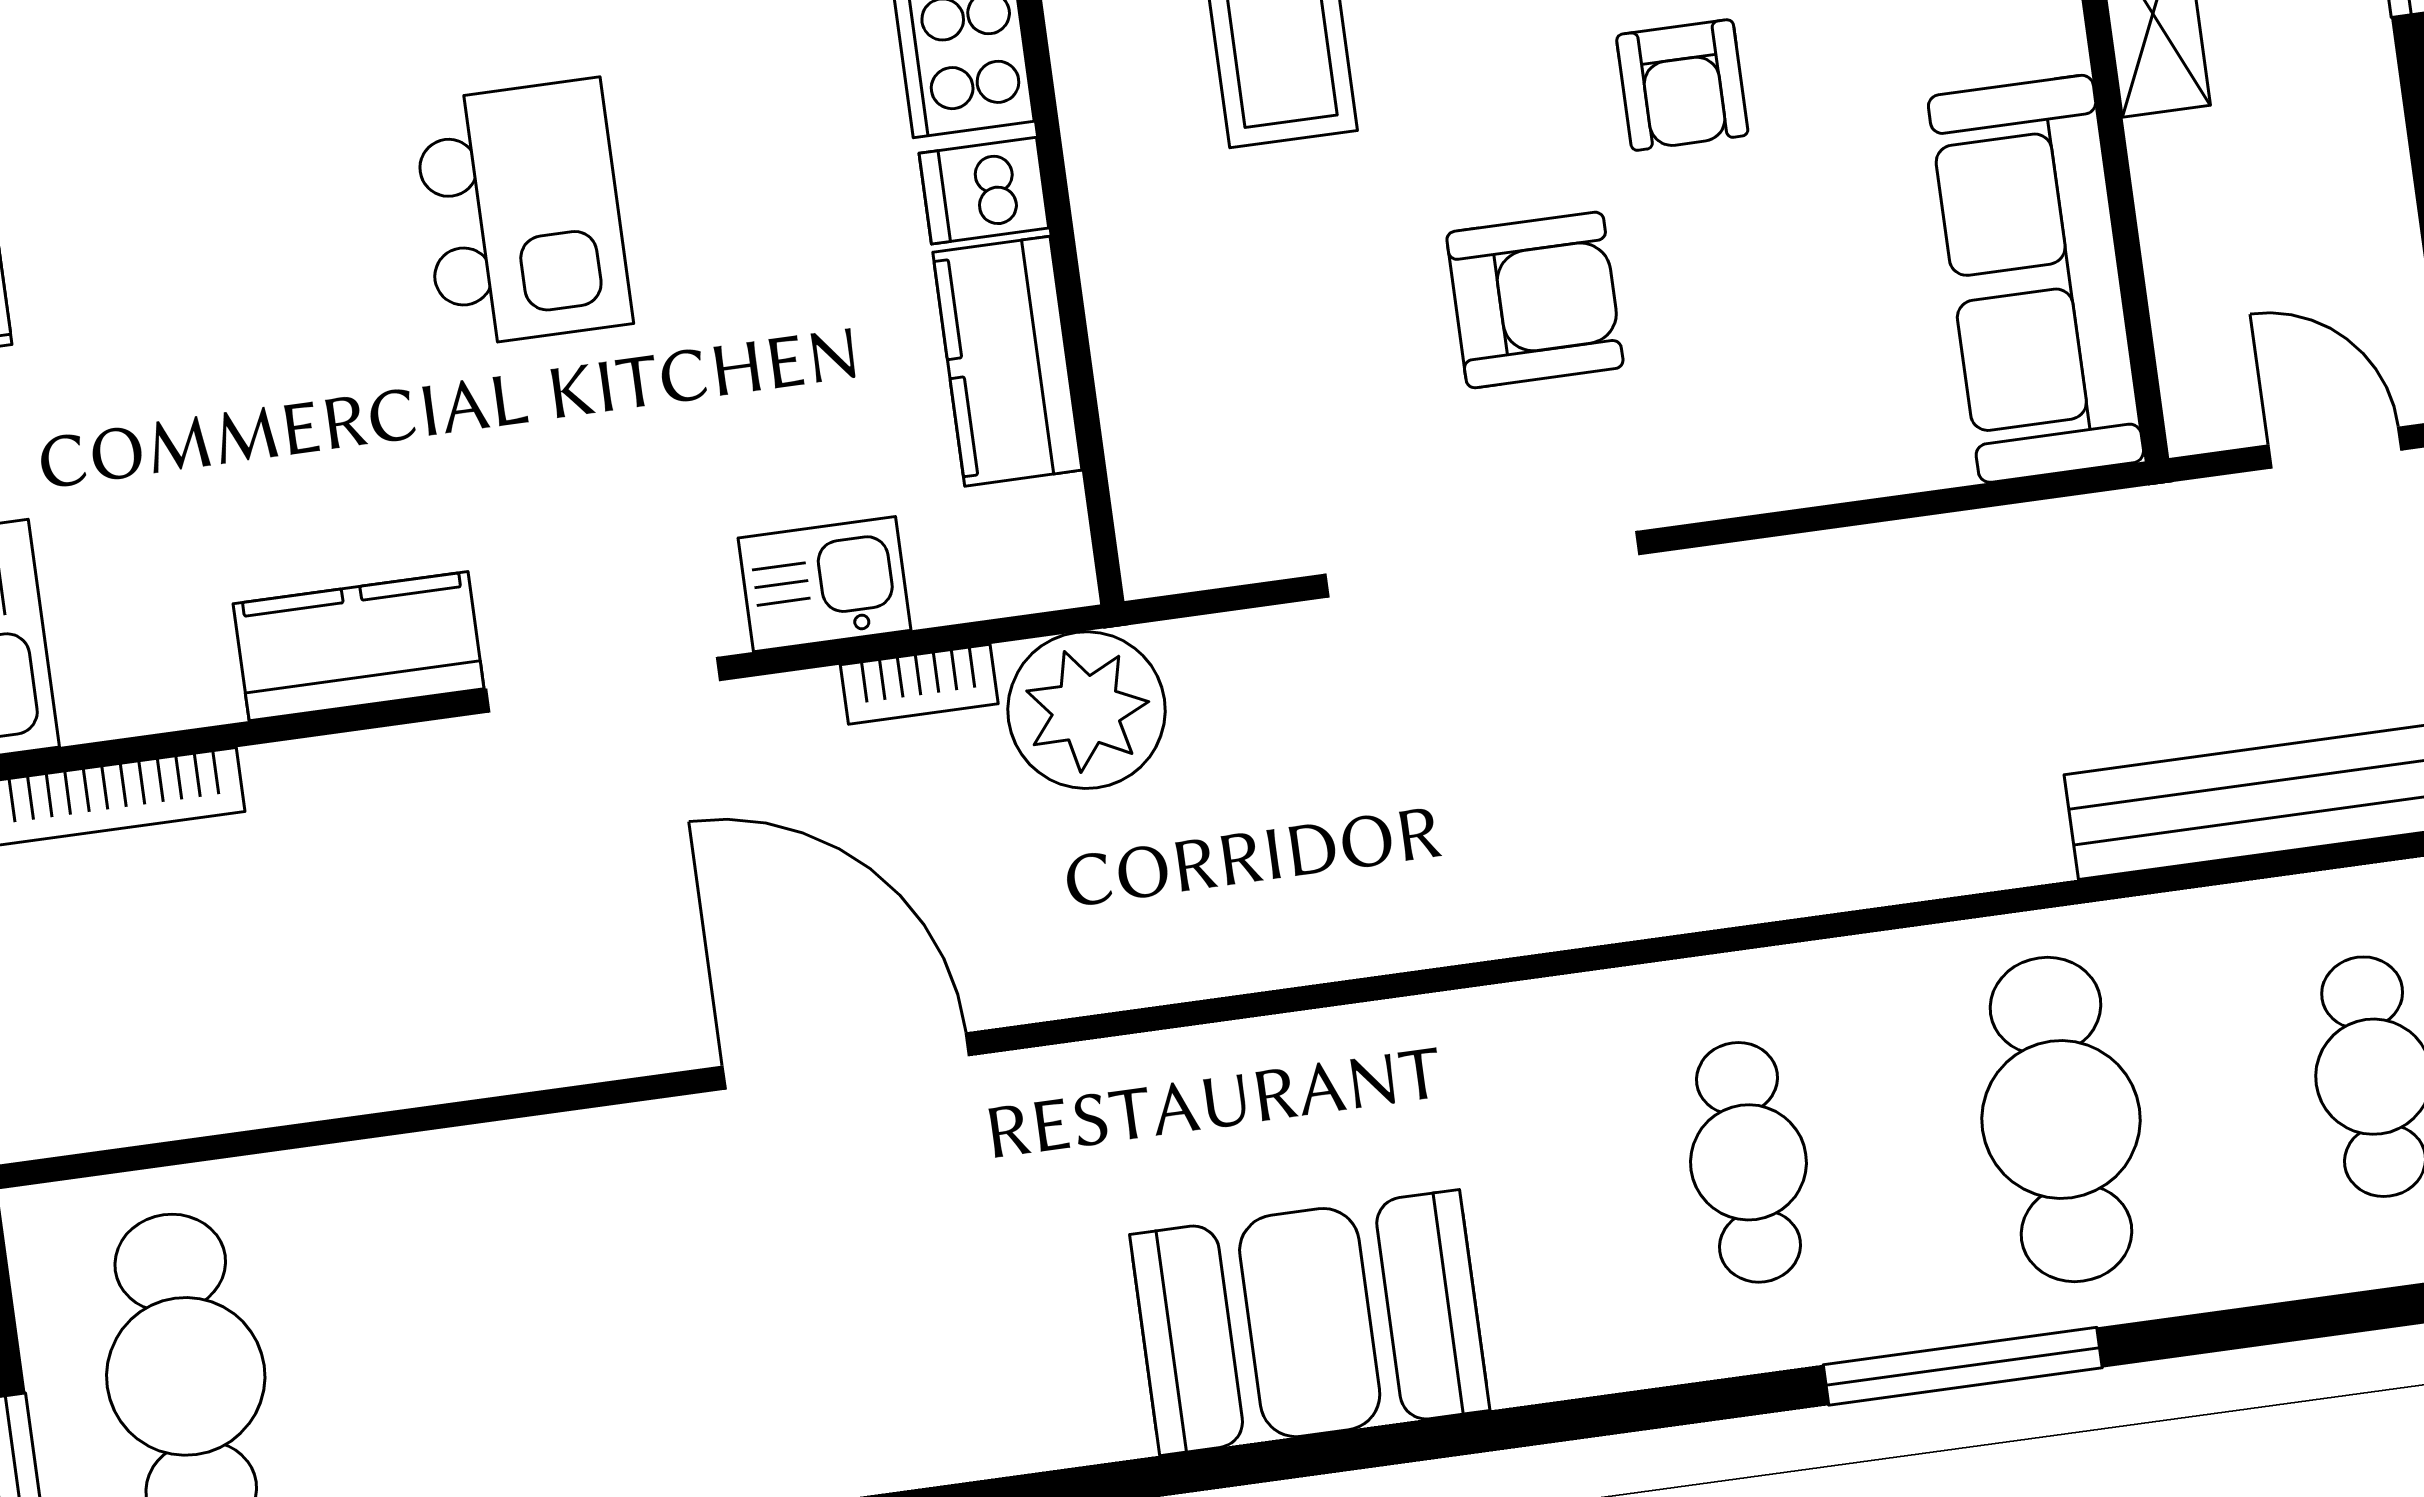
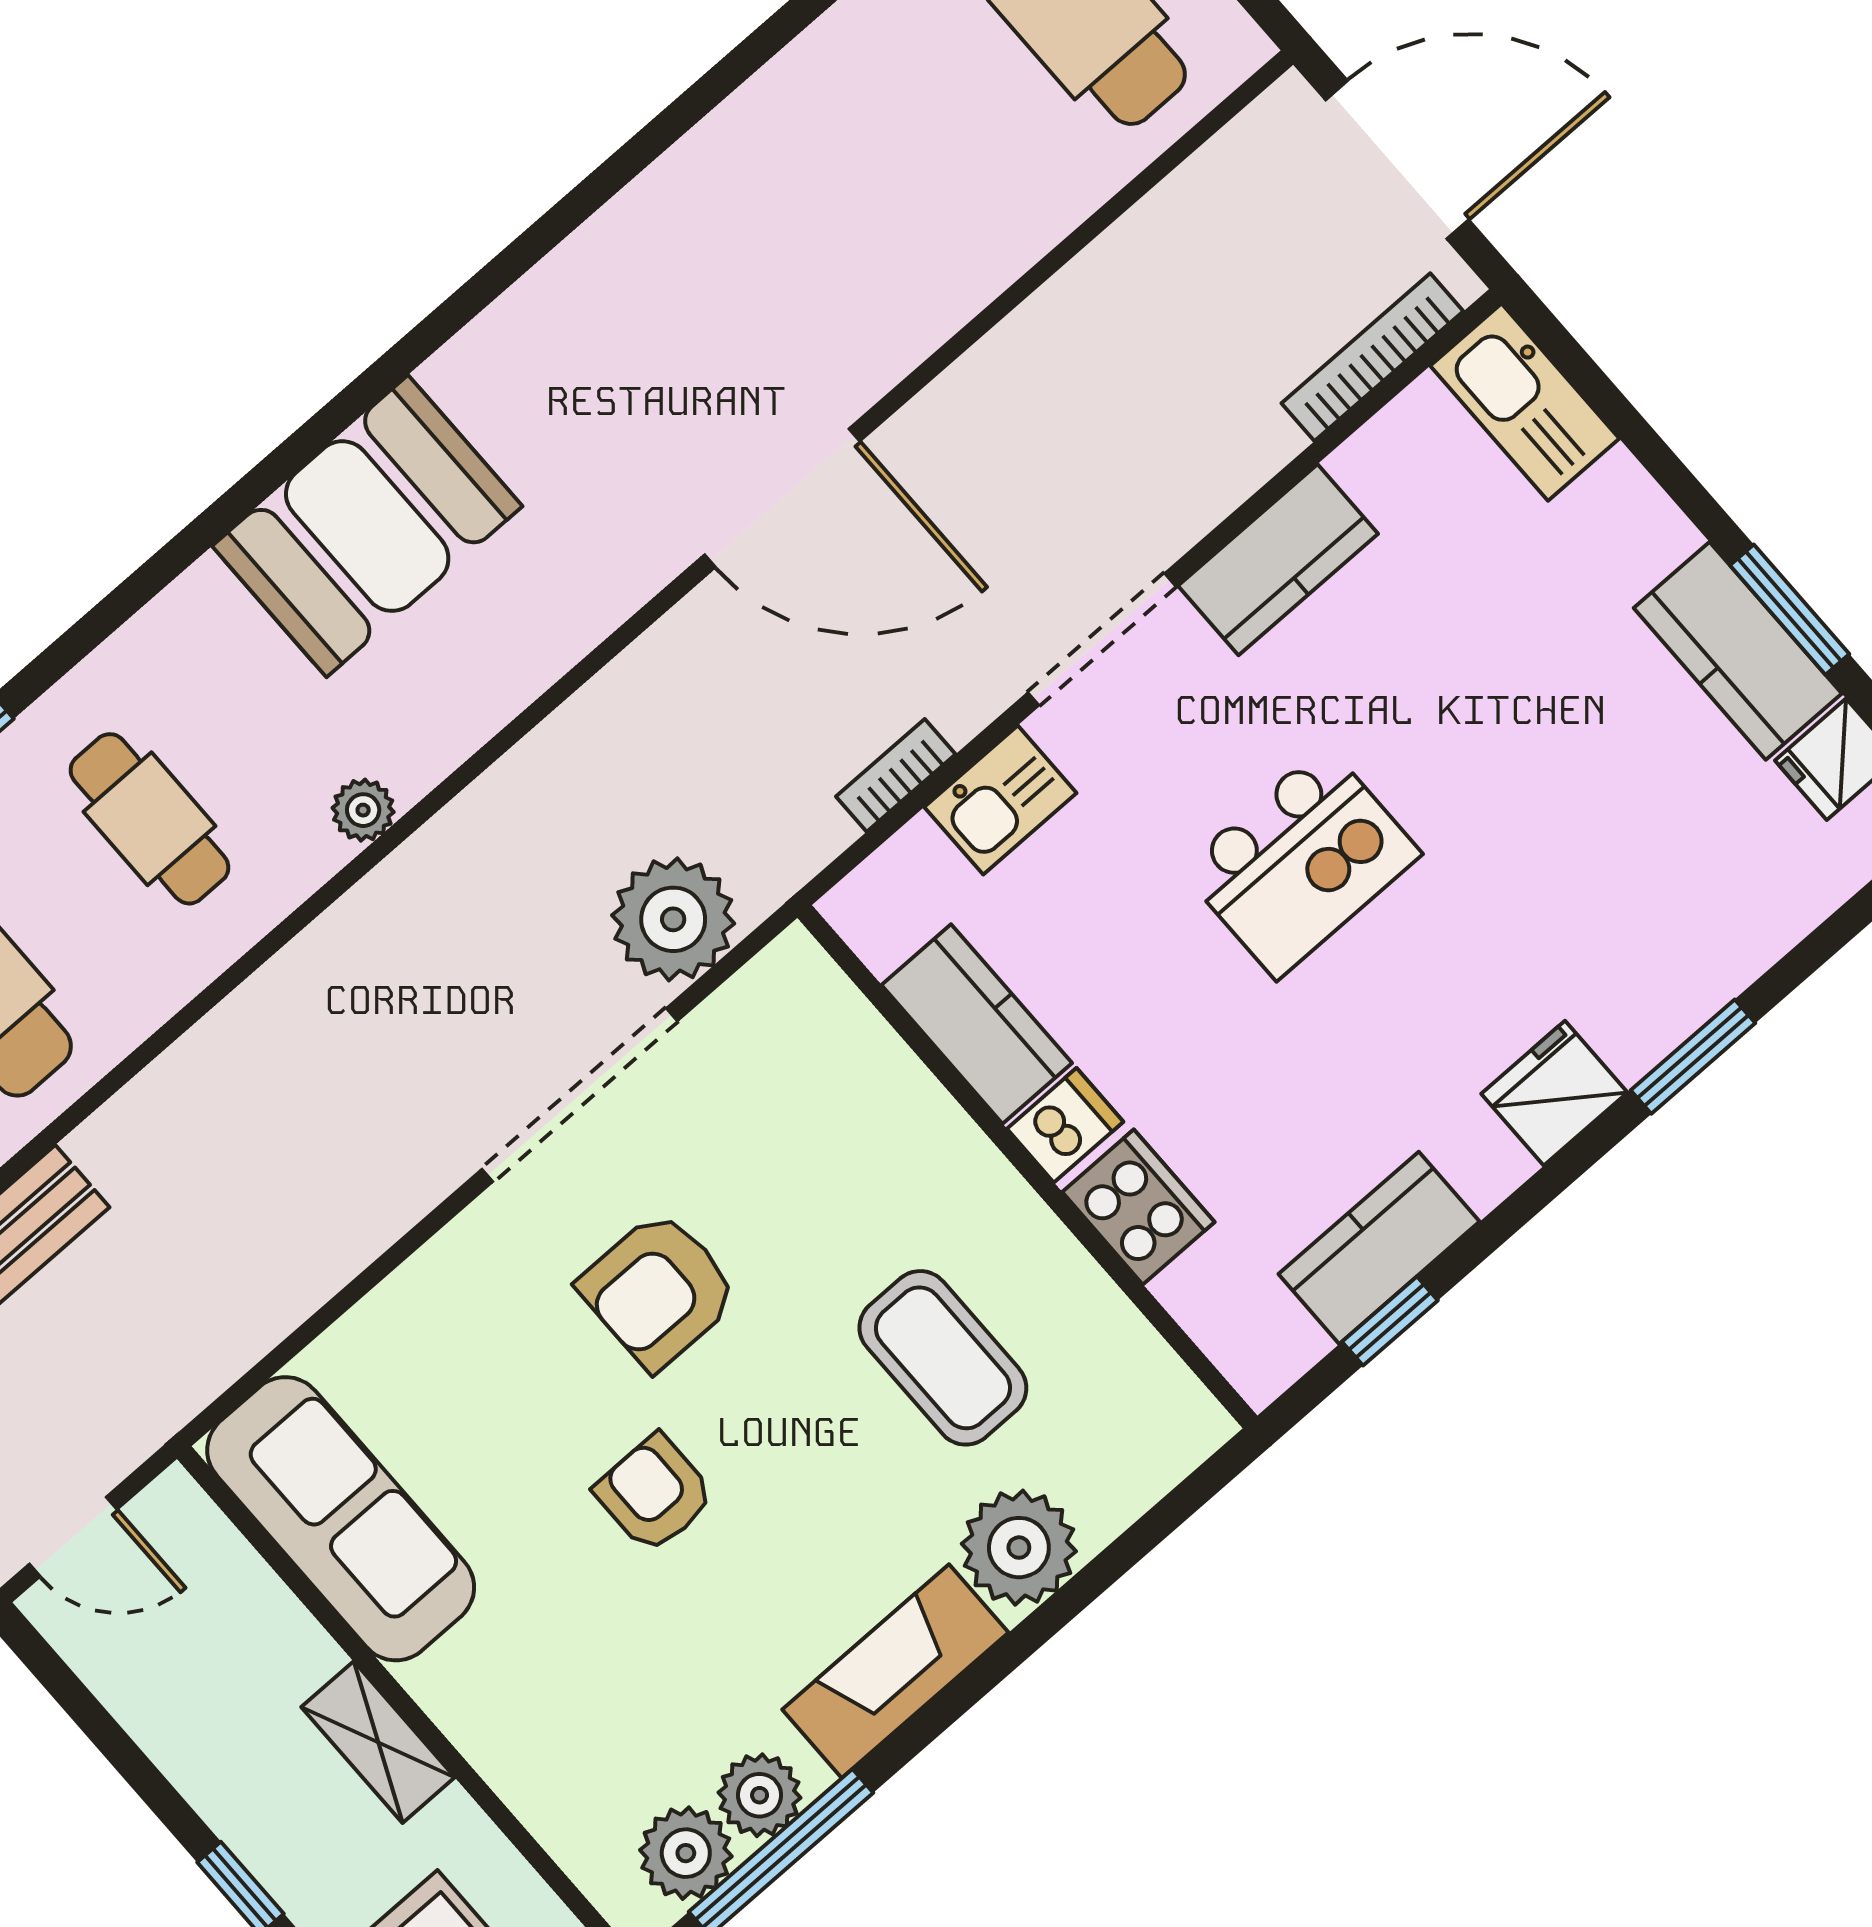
kitchen island: (522, 213) -> (1301, 862), moved, turned -90
plant: (1087, 710) -> (673, 919), moved
plant: (1514, 1021) -> (363, 810), added

